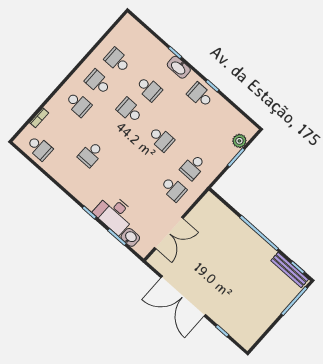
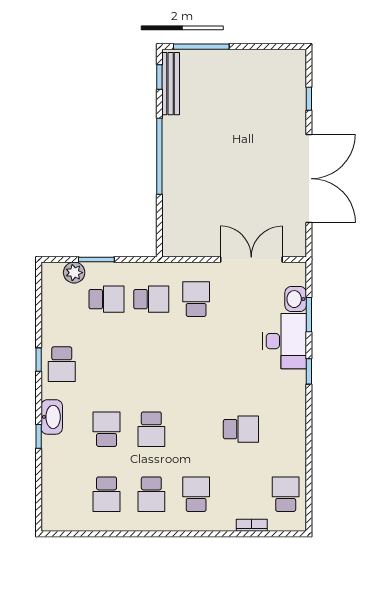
school desk: (161, 139) -> (107, 299), moved, turned 90

